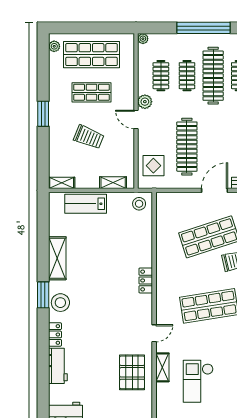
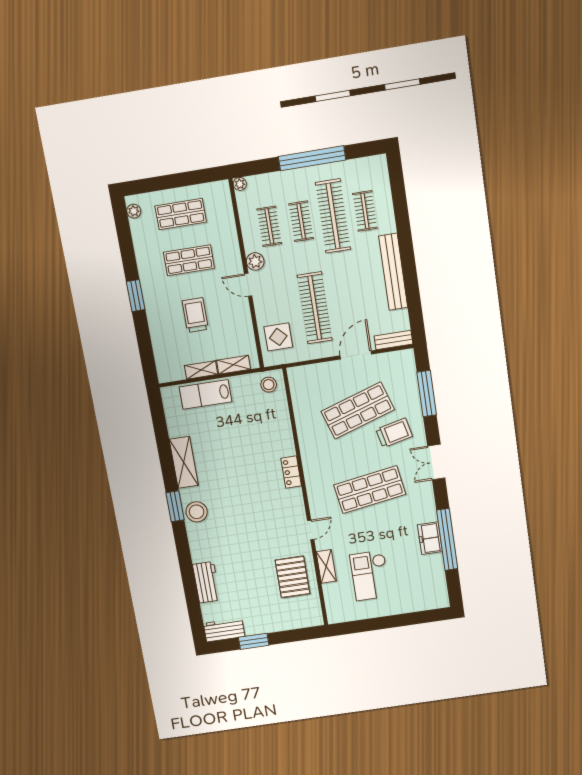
shop shelf: (91, 55) -> (181, 214), width x0.70, depth x0.74
trolley: (89, 137) -> (195, 315), turned -112
shelving: (62, 183) -> (201, 370), moved
locker: (55, 334) -> (197, 548), removed

